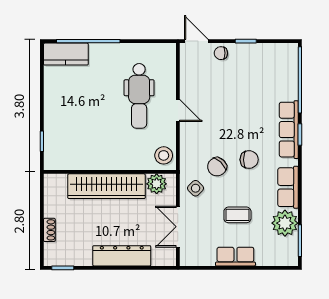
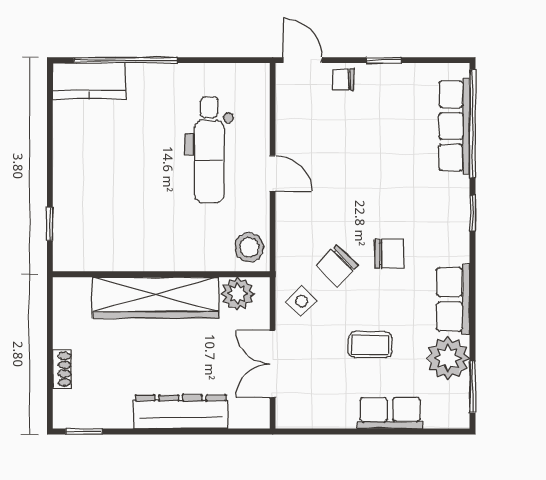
row of seats: (289, 130) -> (454, 126), moved
row of seats: (235, 257) -> (390, 413), moved

